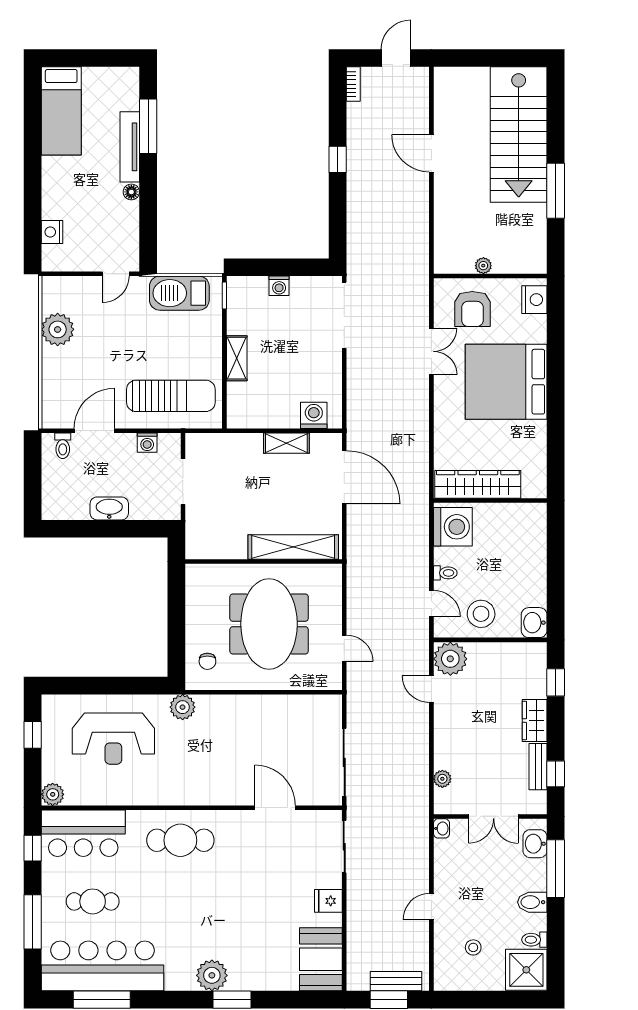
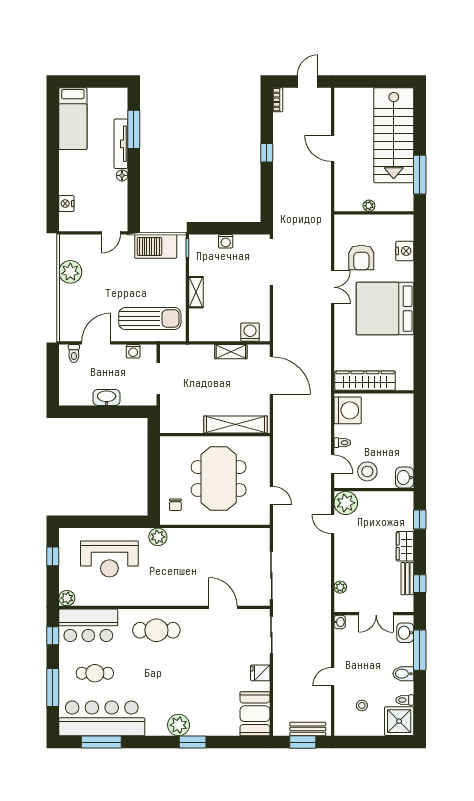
plant: (483, 266) -> (369, 206), moved
wall: (490, 276) -> (374, 213), moved

